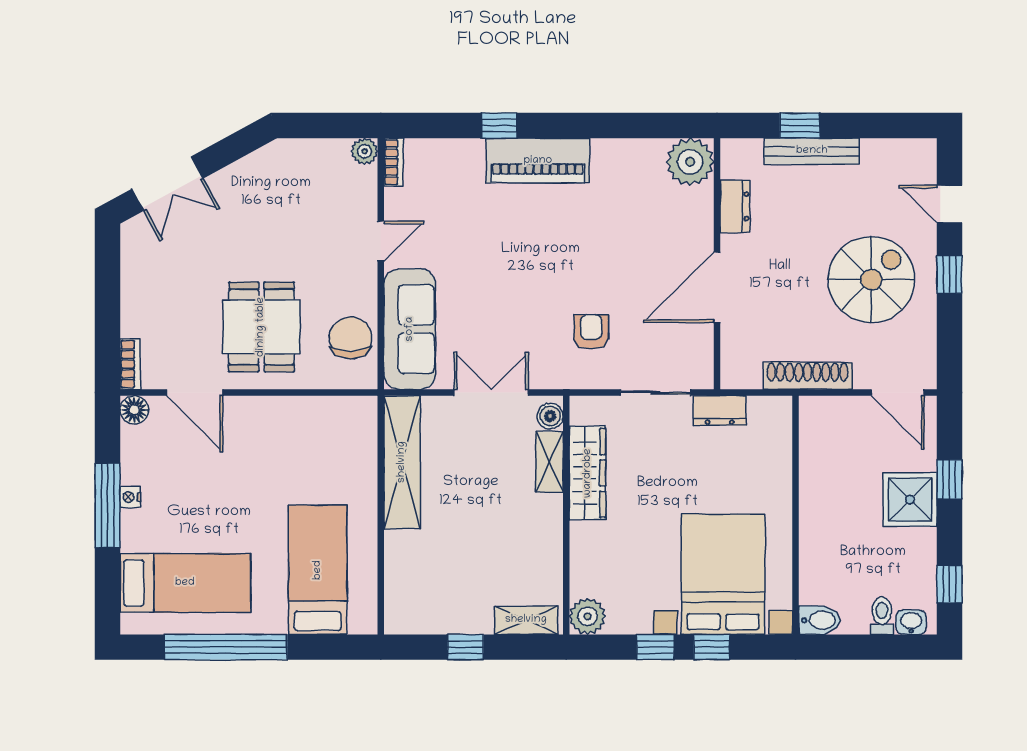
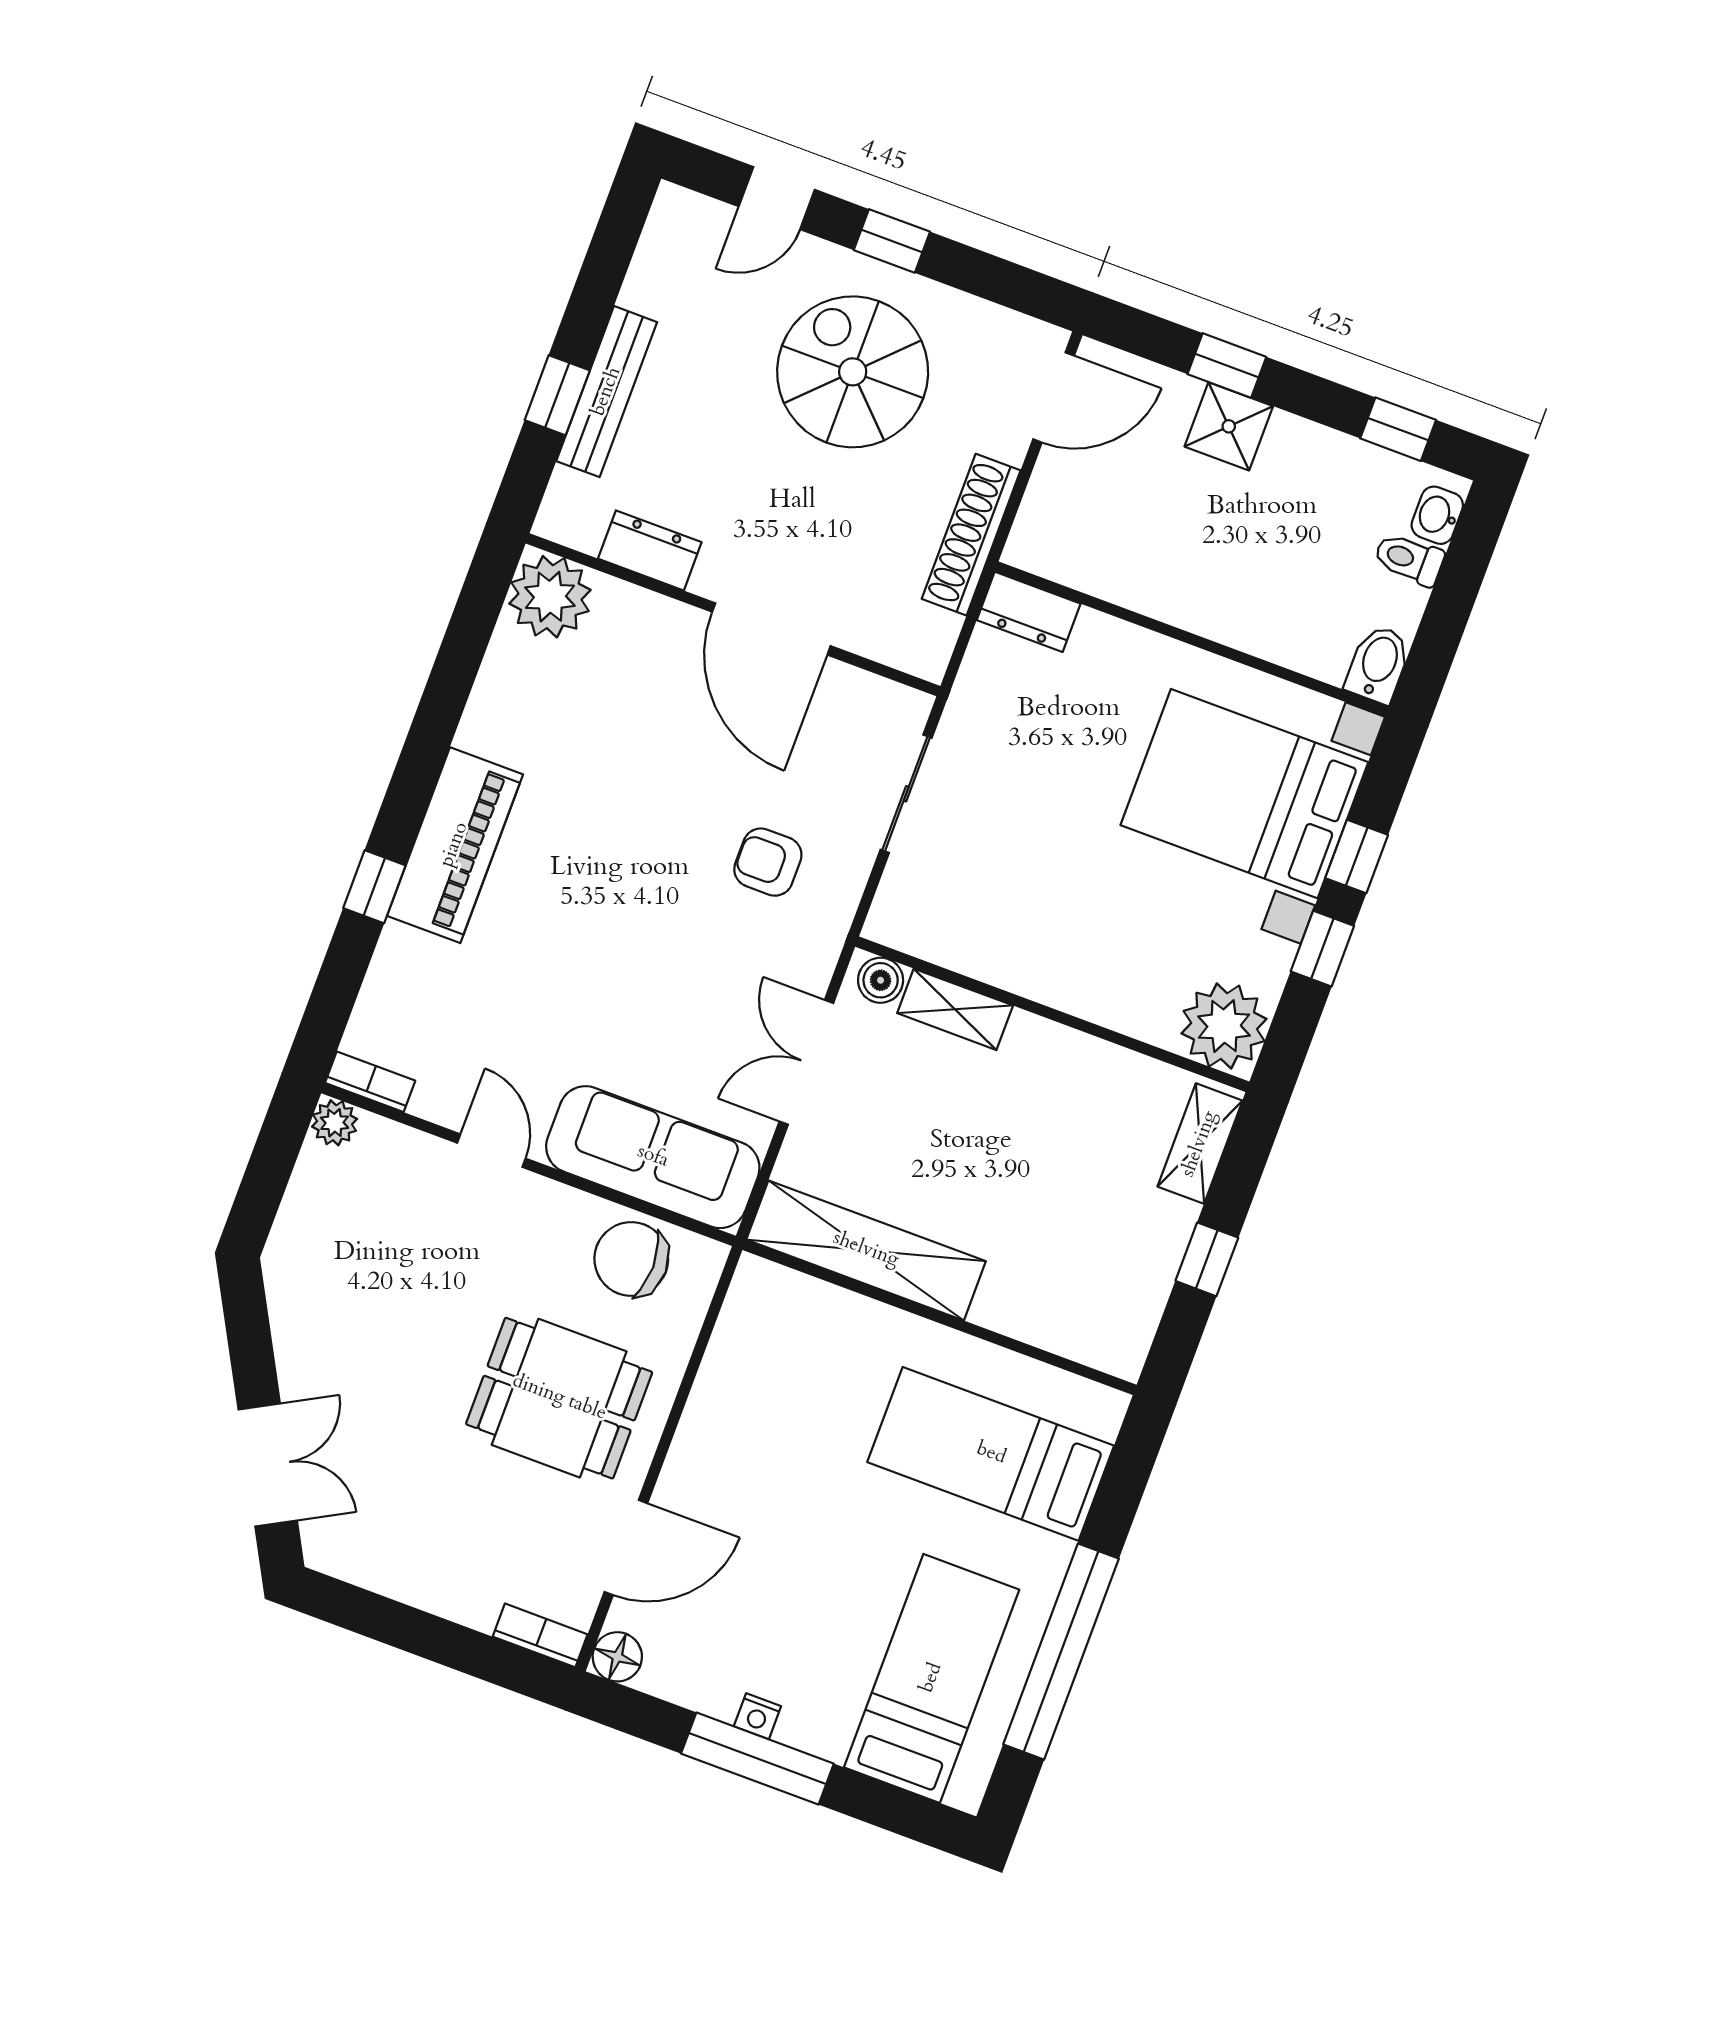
dresser: (720, 411) -> (1029, 612), moved, turned 90
wardrobe: (588, 473) -> (996, 954), removed
shower: (910, 500) -> (1229, 426), width x0.73, depth x0.73
plant: (588, 616) -> (1224, 1026), width x1.36, depth x1.36

